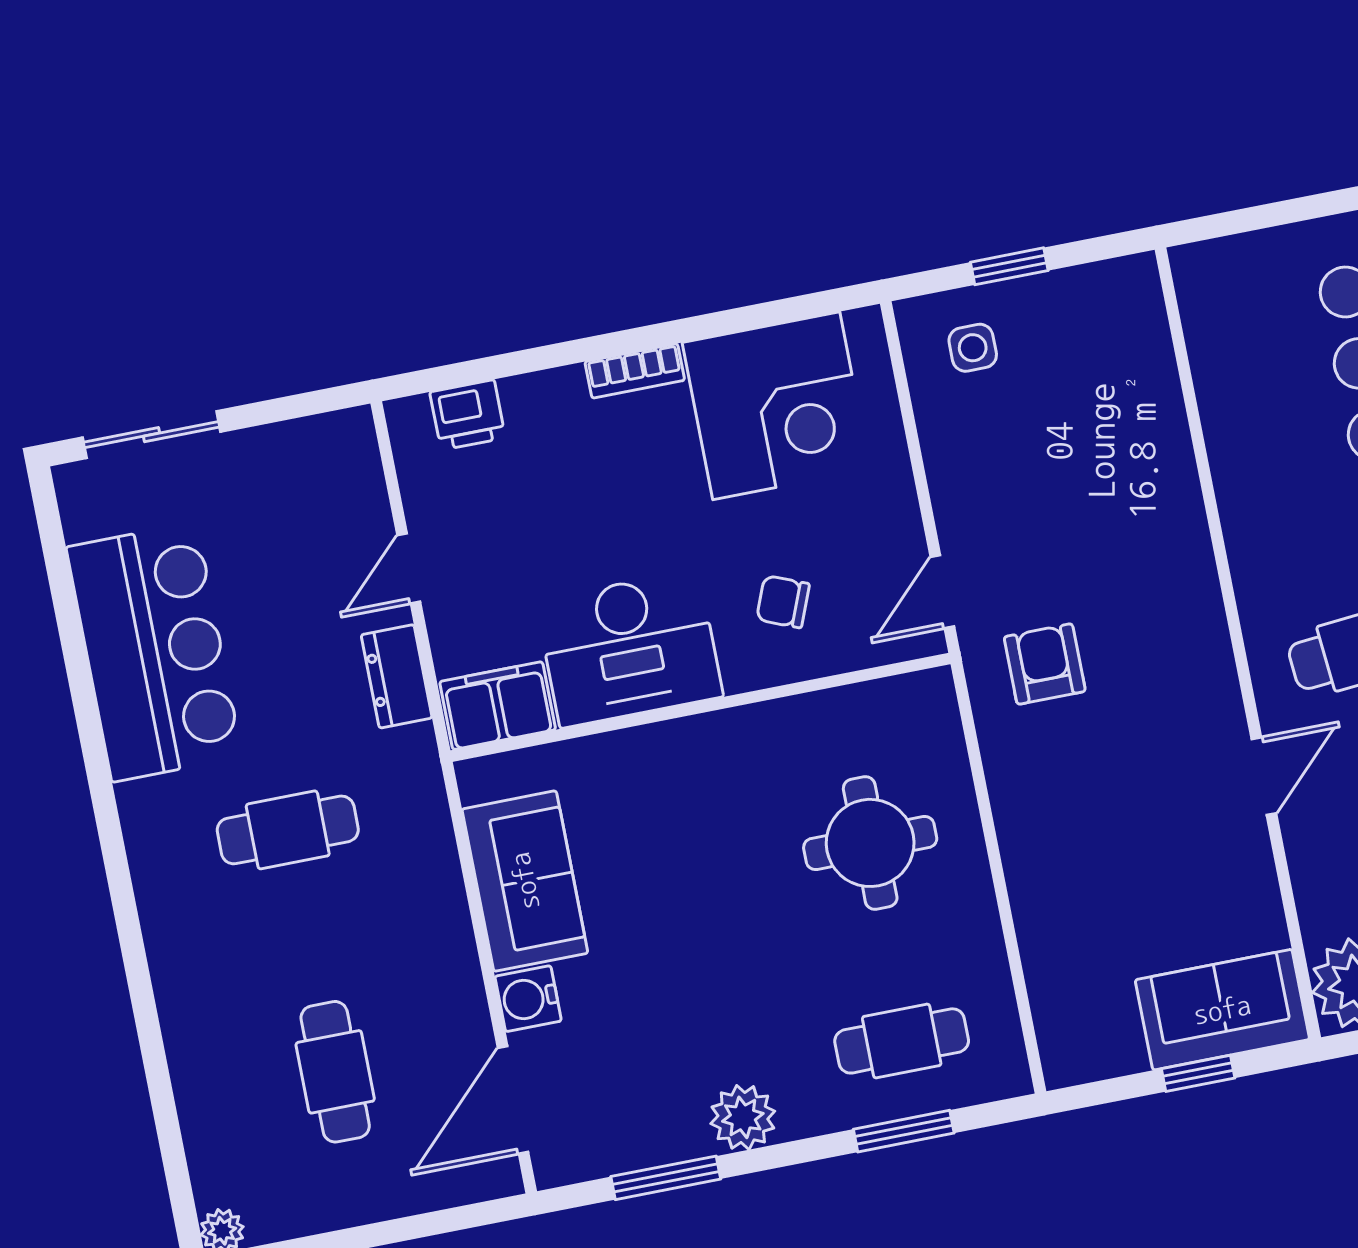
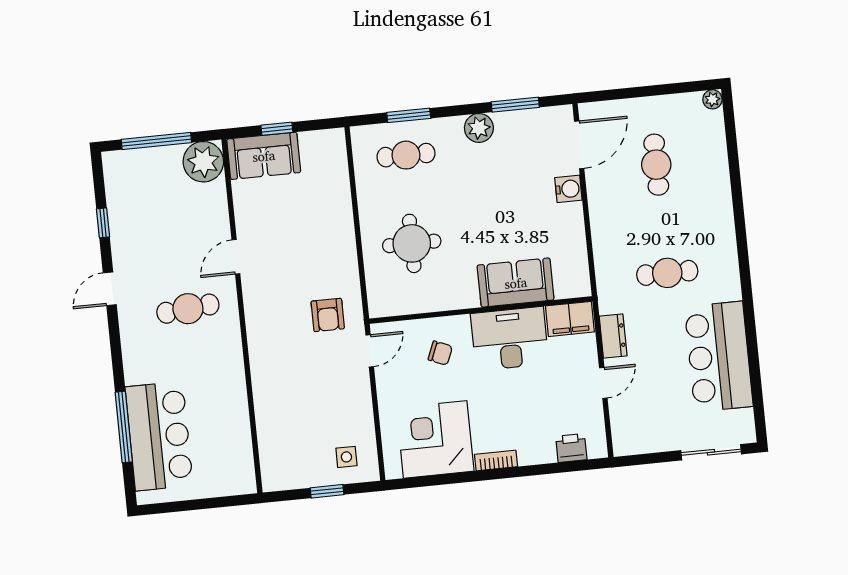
sofa: (525, 881) -> (516, 283), moved, turned 90

